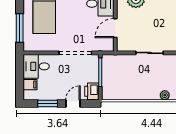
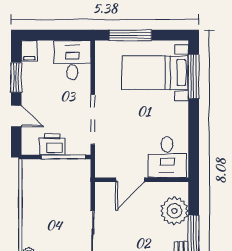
door: (115, 28) -> (130, 180), swing flipped
filing cabinet: (30, 85) -> (29, 51), moved
printer: (92, 91) -> (52, 144), moved

